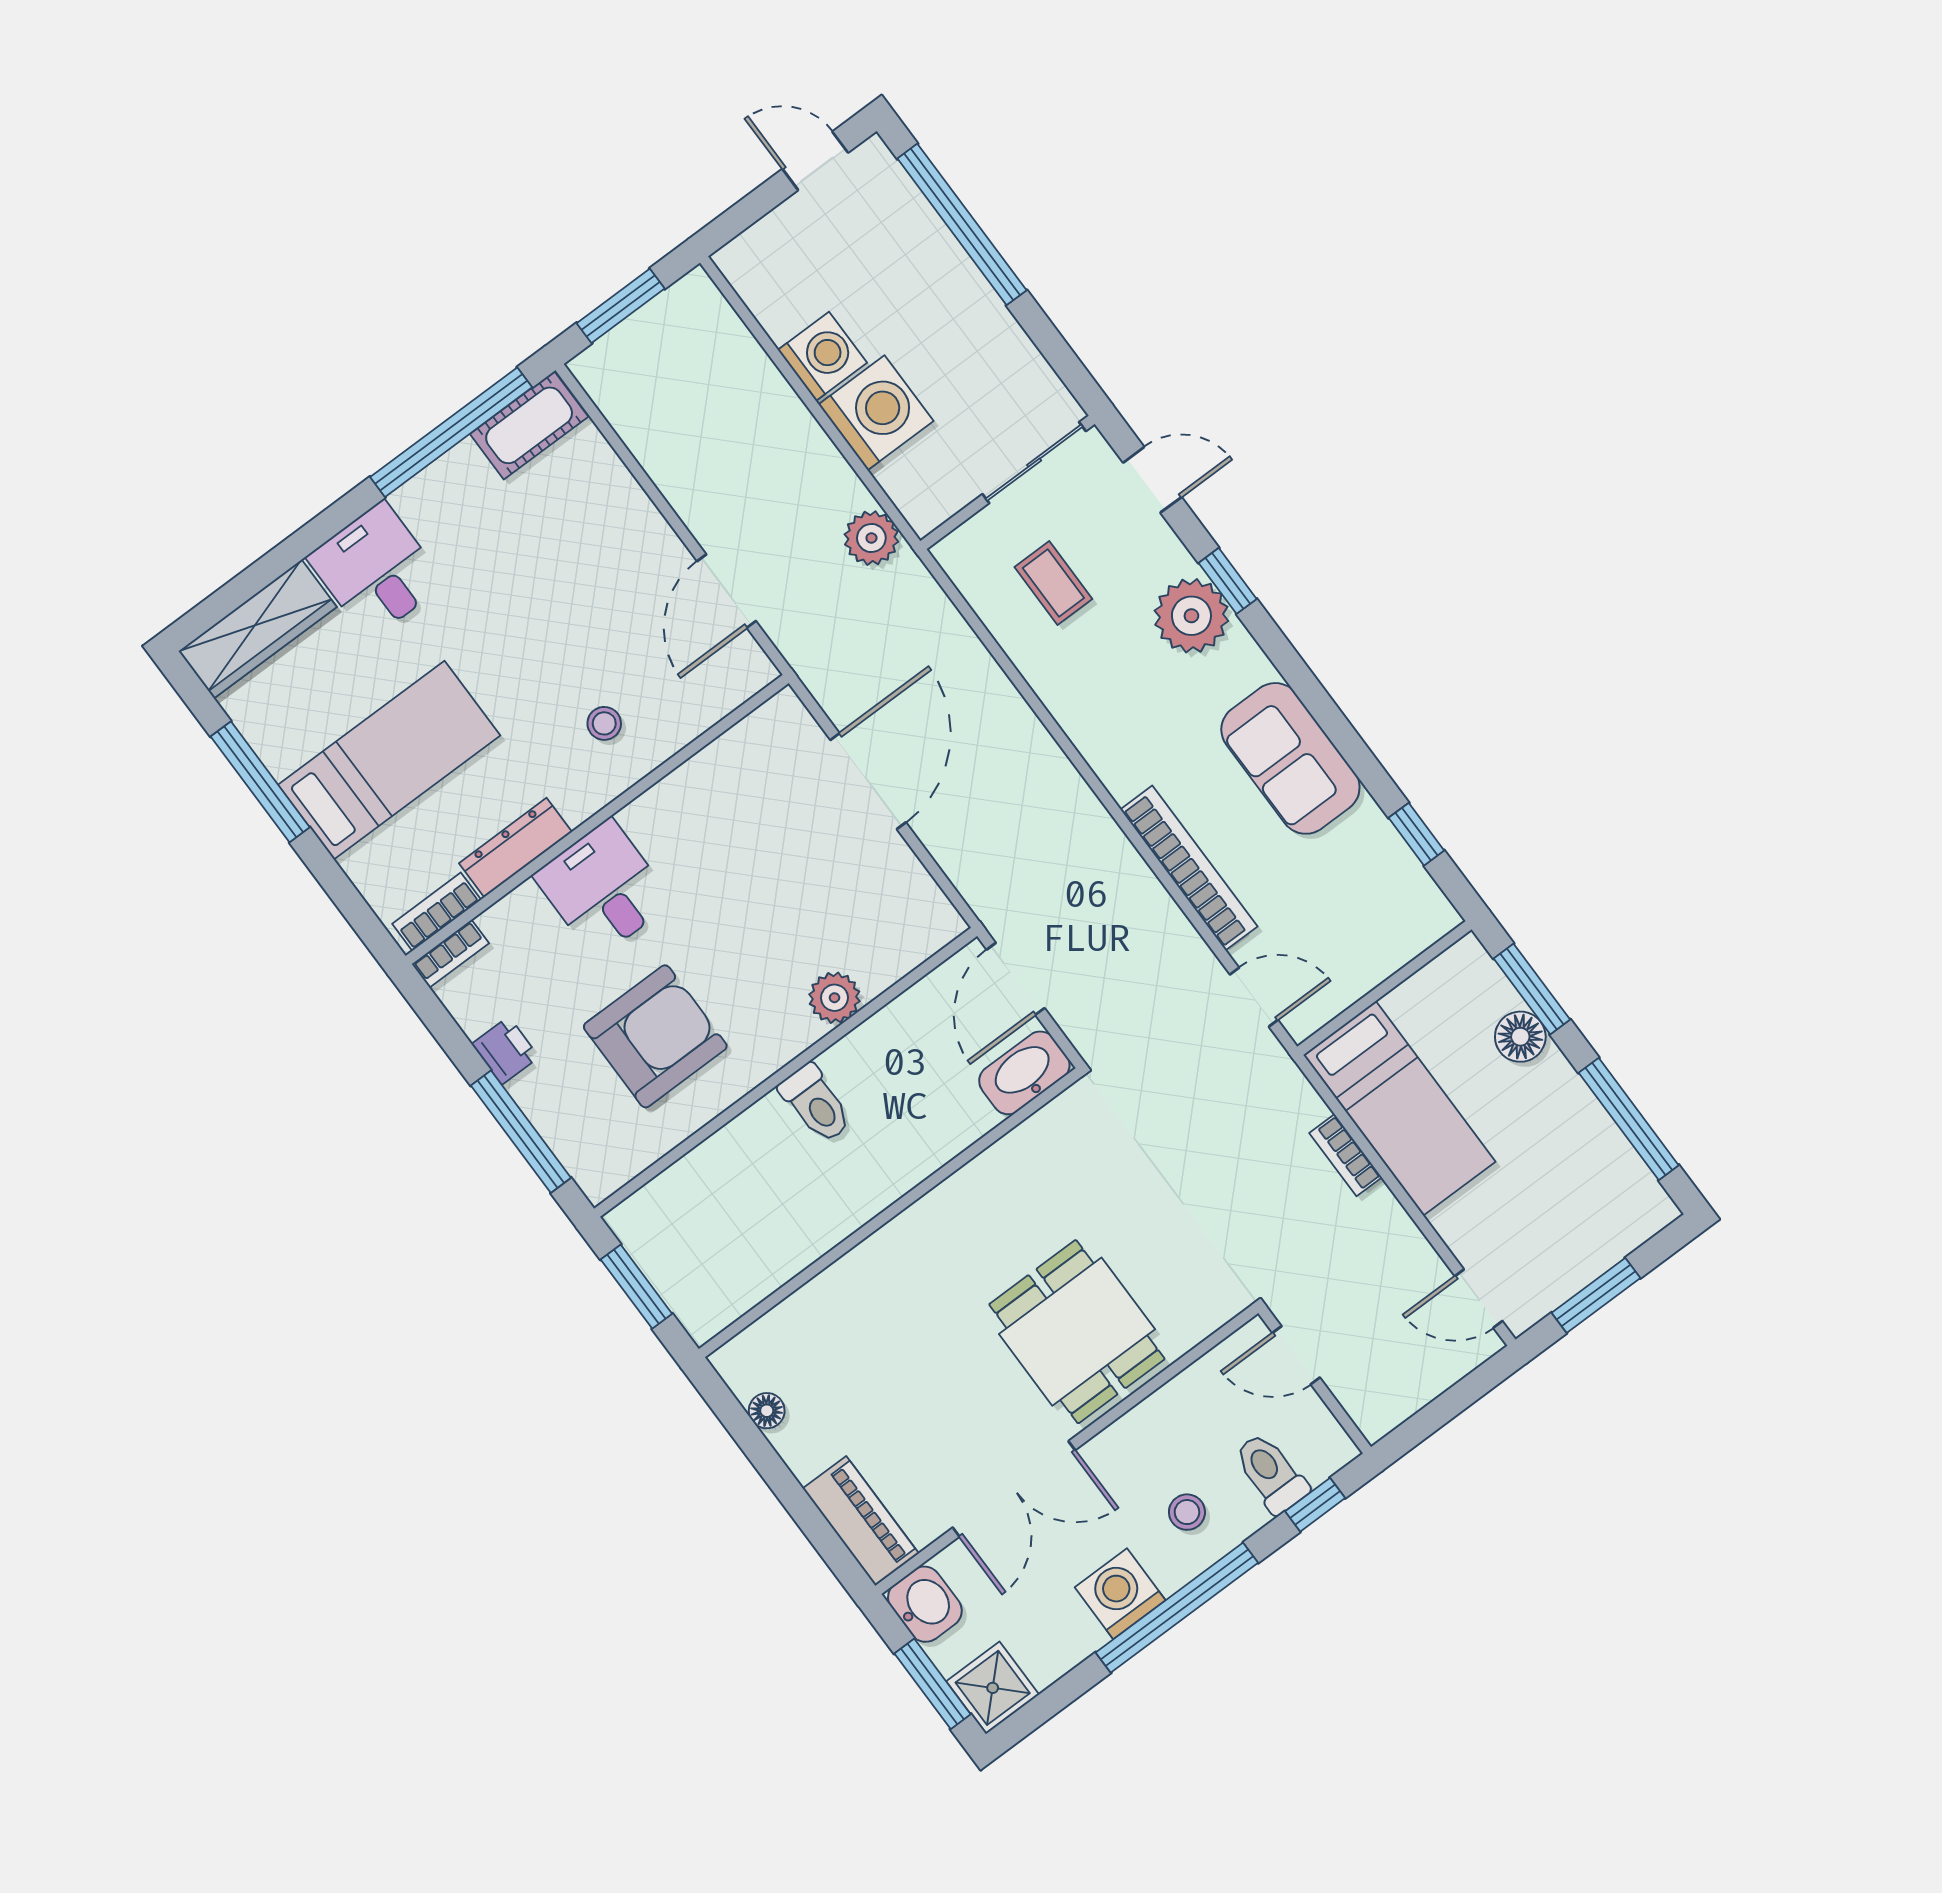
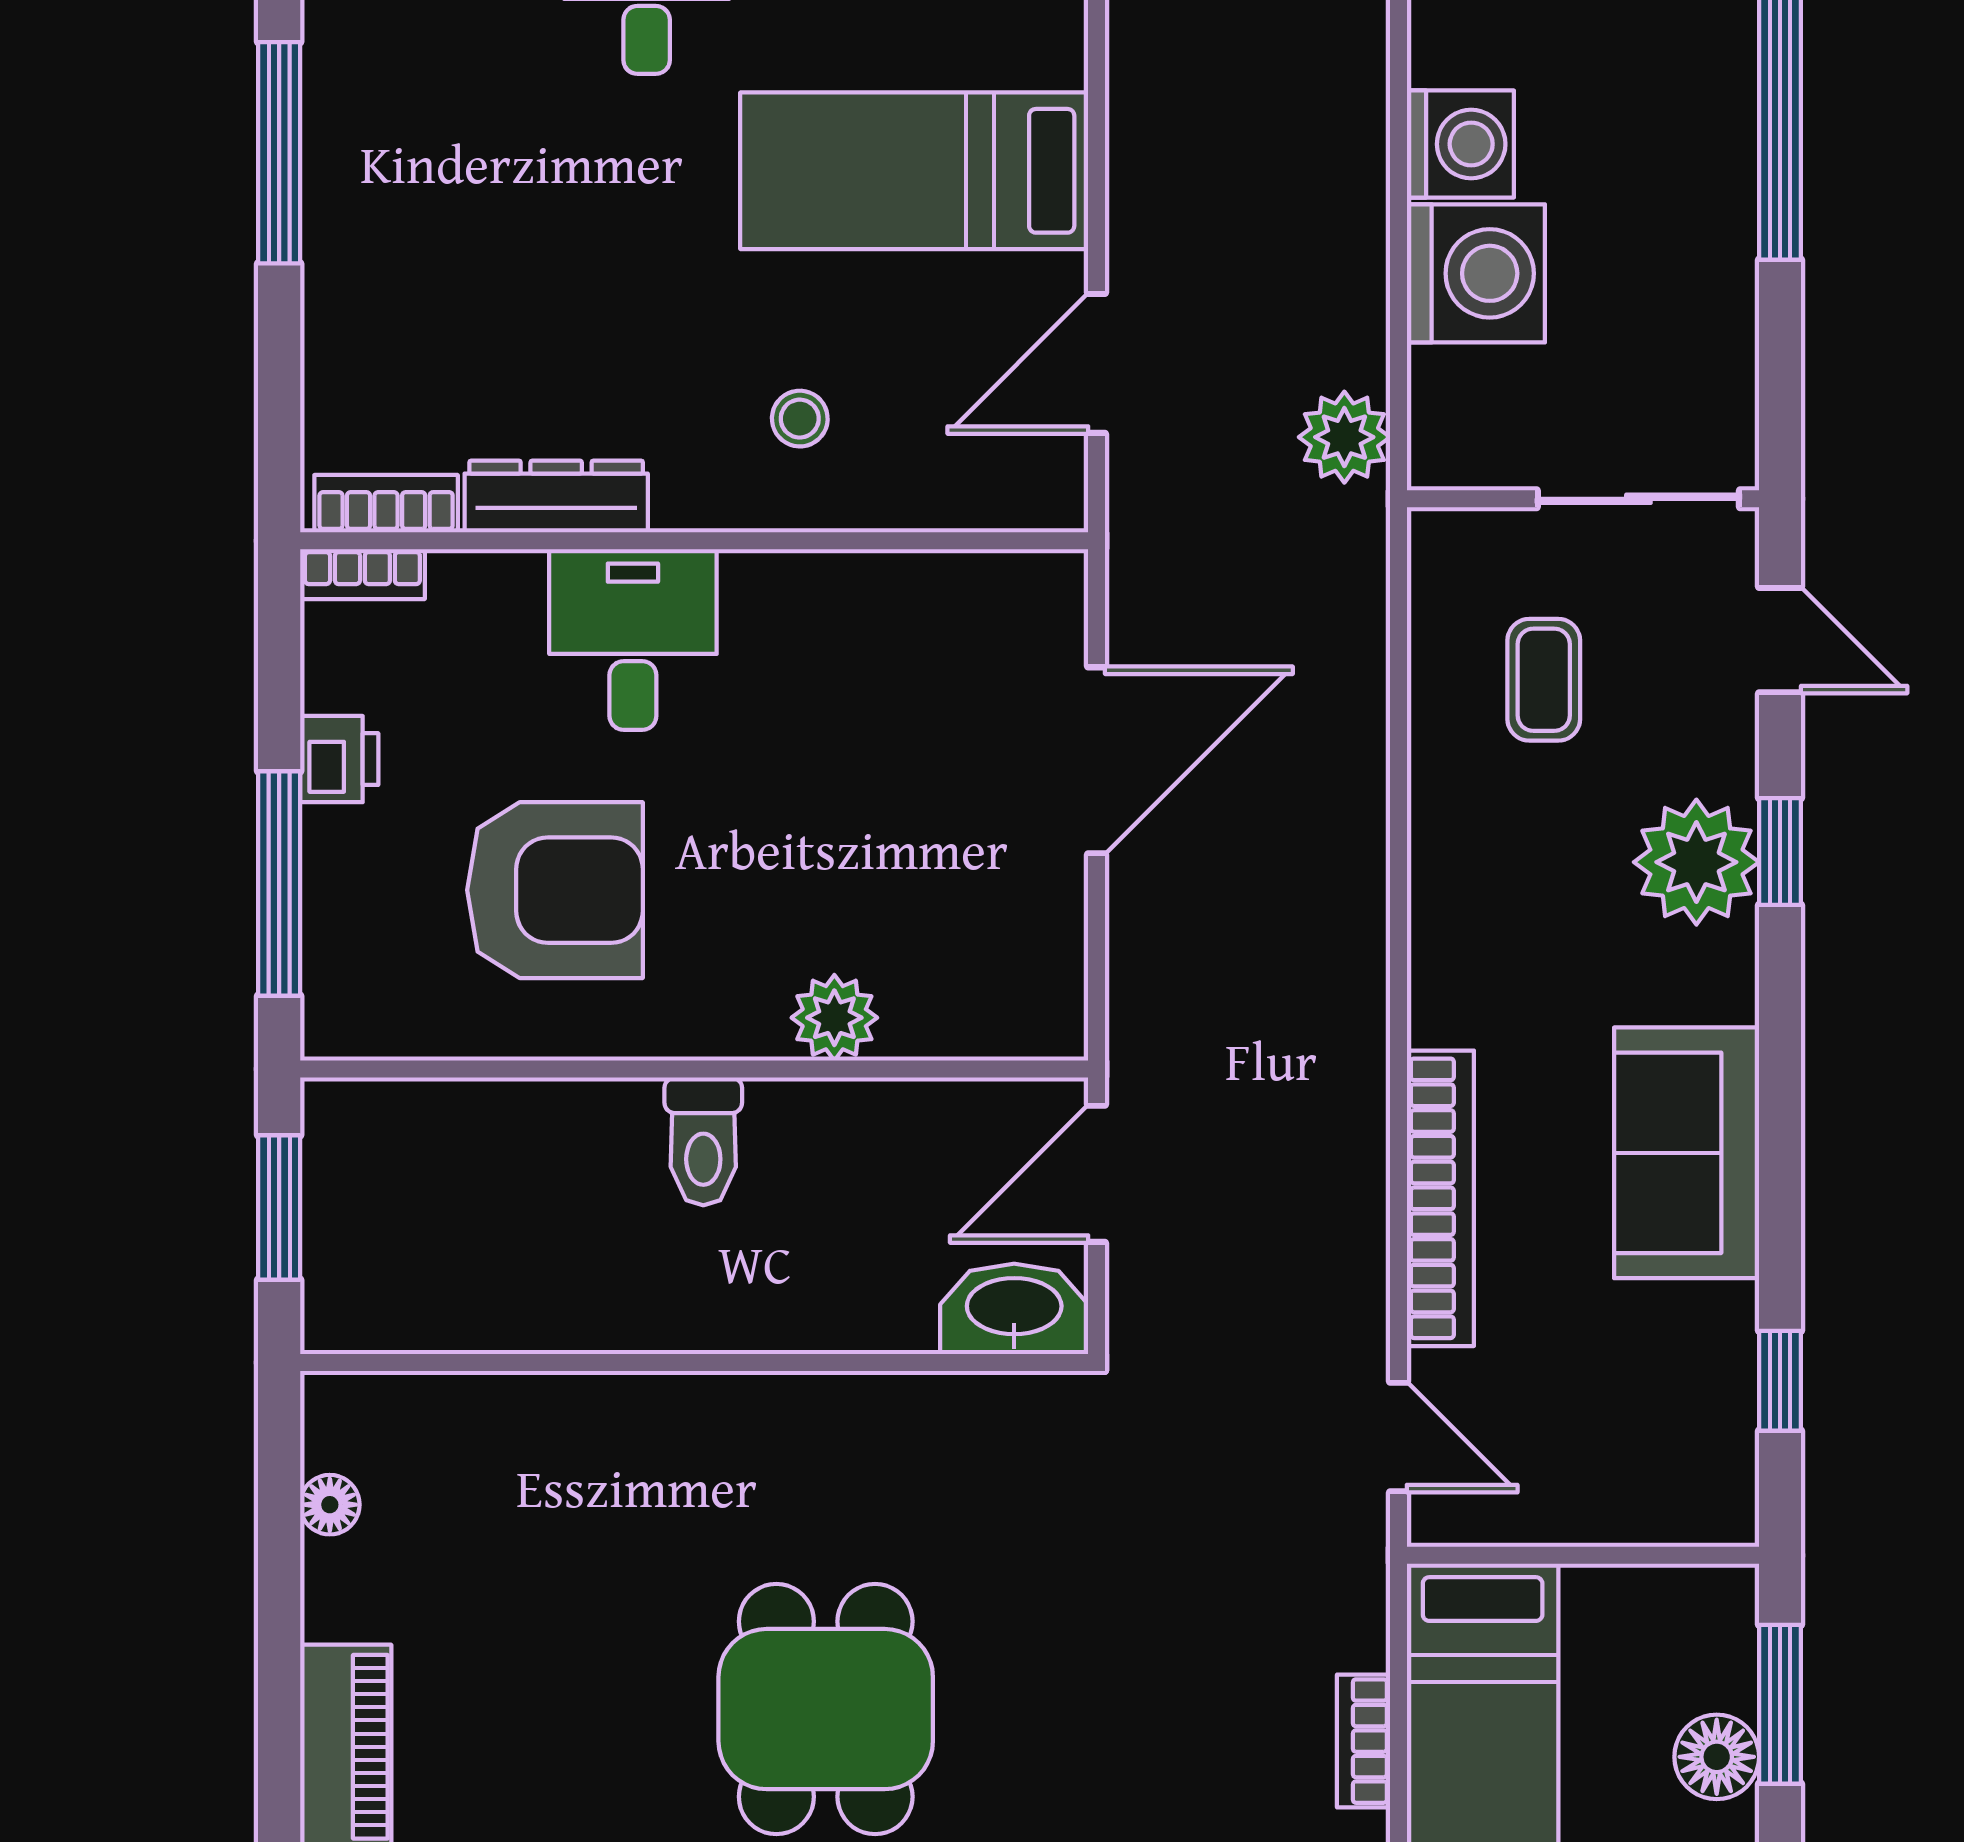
bed: (389, 760) -> (914, 171), moved, turned 180

